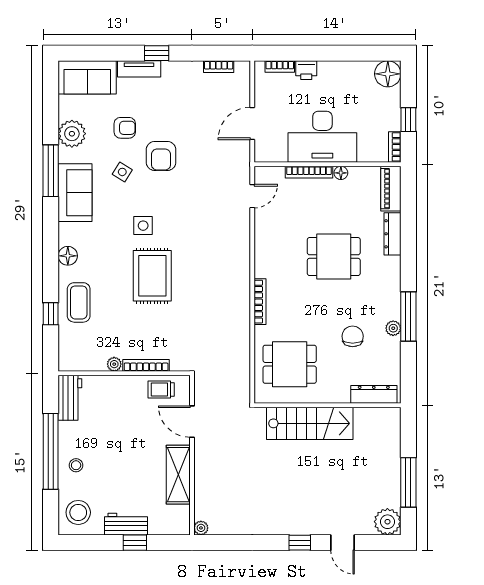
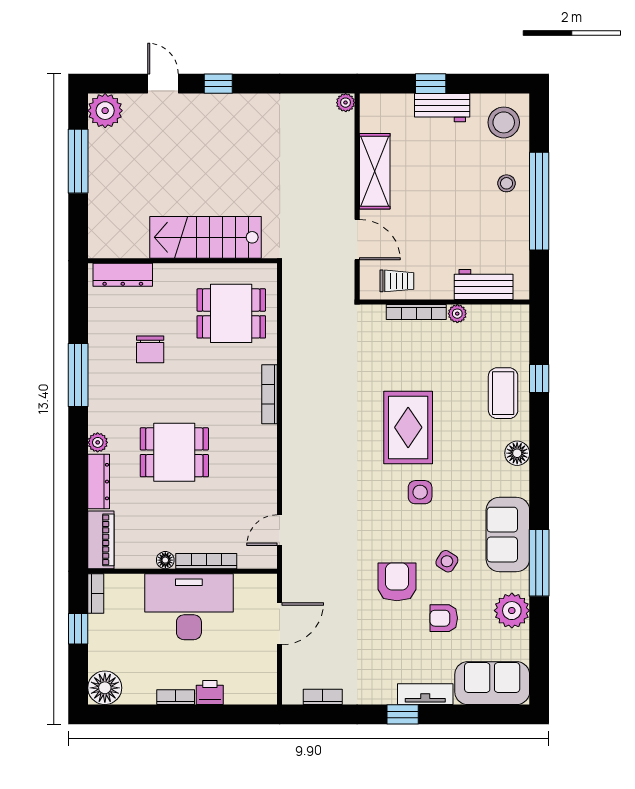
bookcase: (280, 67) -> (176, 697), moved
plant: (393, 328) -> (98, 442), moved
workbench: (70, 398) -> (484, 284), moved, turned 90

